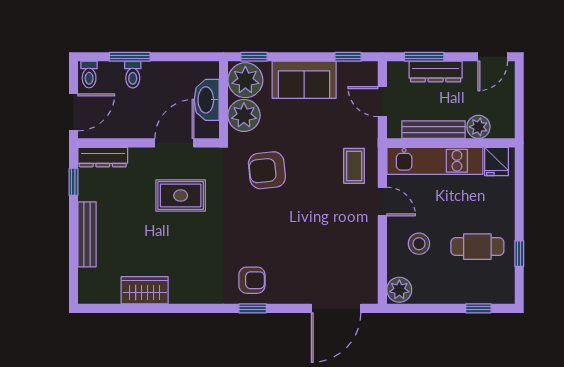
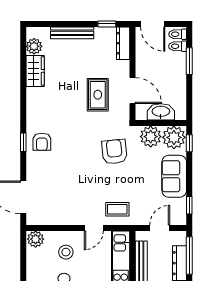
window: (424, 57) -> (189, 256), width x1.44
toilet: (133, 75) -> (178, 46), moved
plant: (107, 292) -> (34, 46), added

